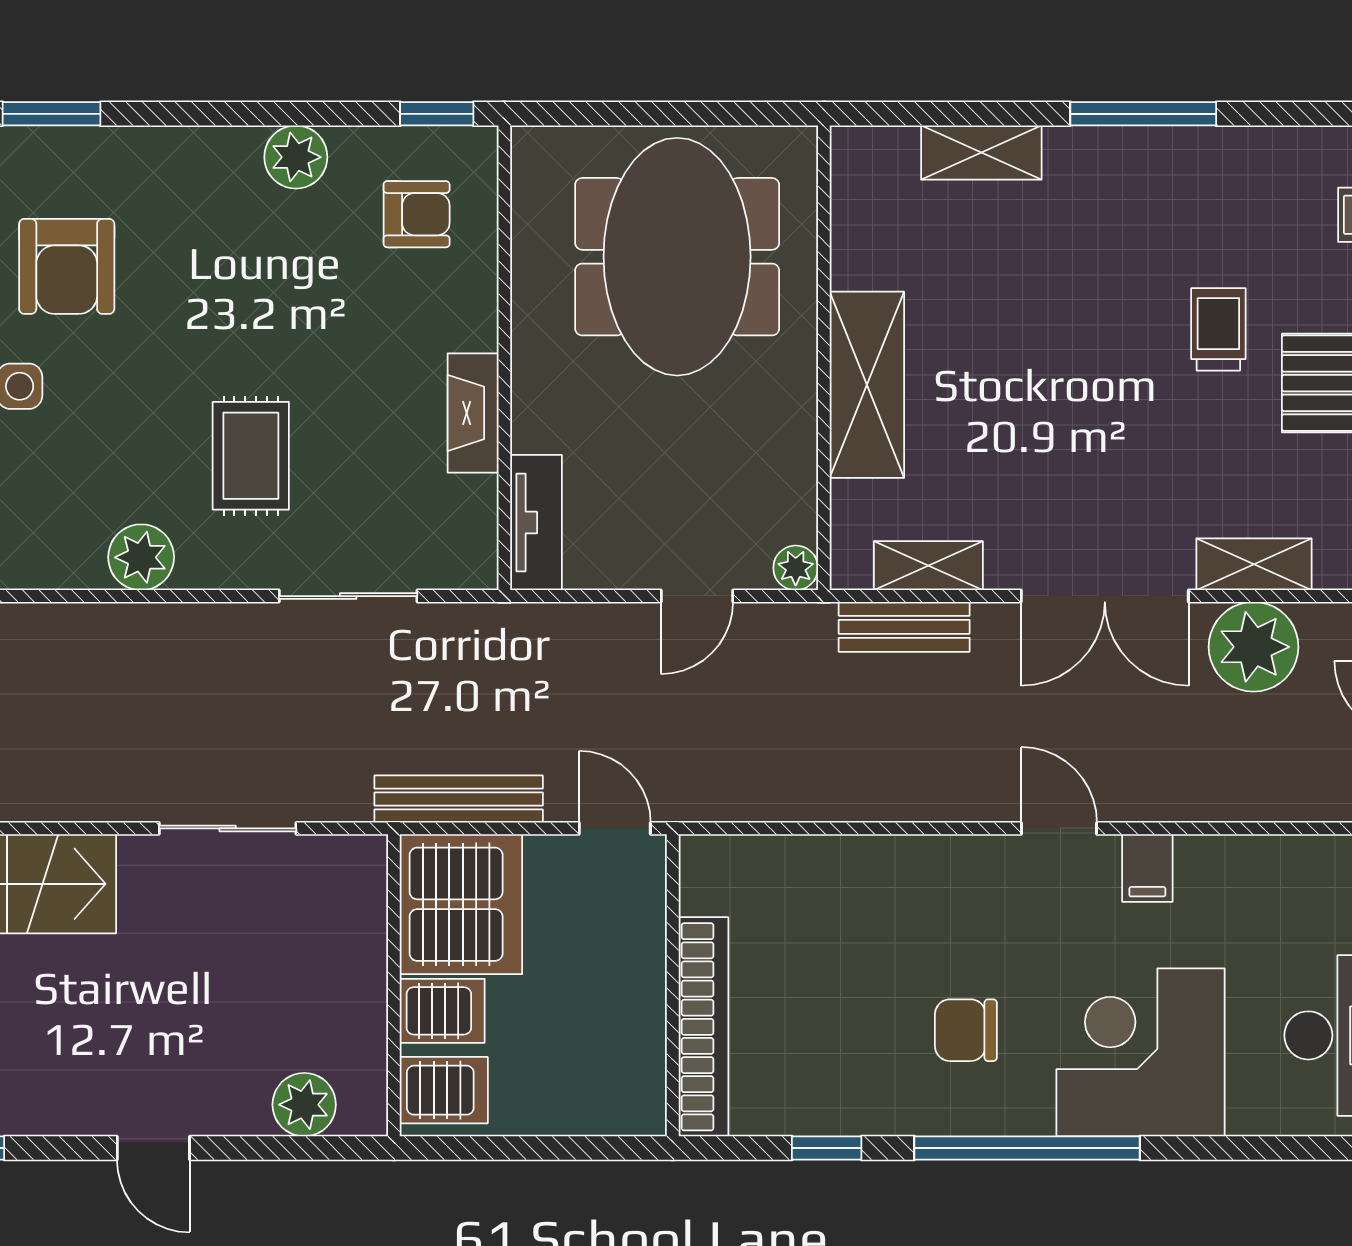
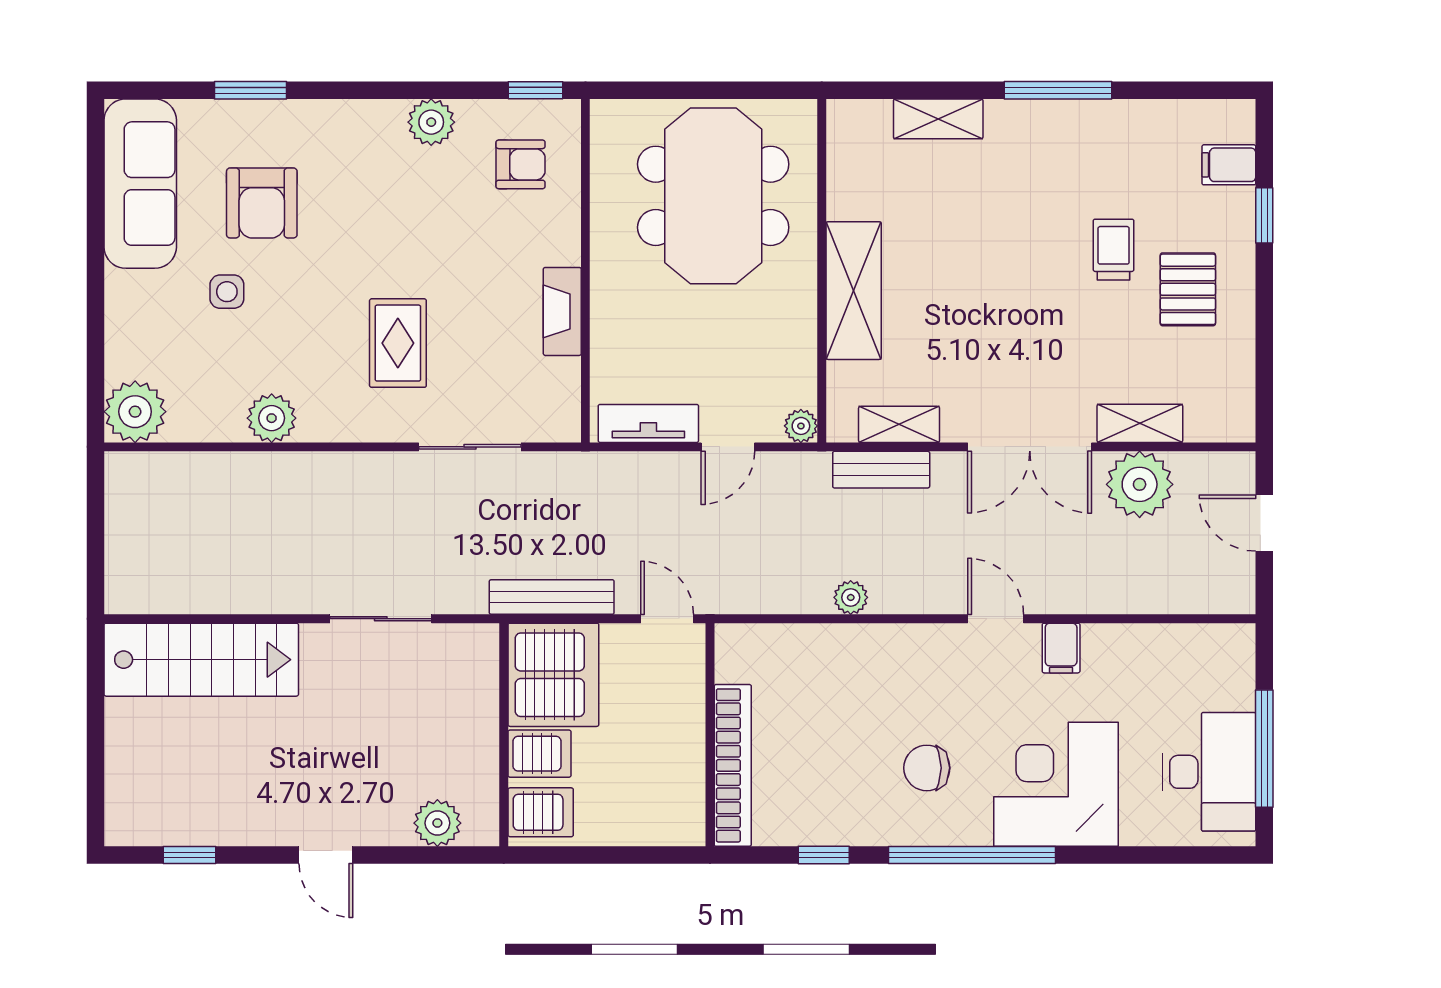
tv unit: (536, 523) -> (648, 423), moved, turned -90
plant: (141, 557) -> (272, 418), moved
plant: (863, 800) -> (851, 597), added

